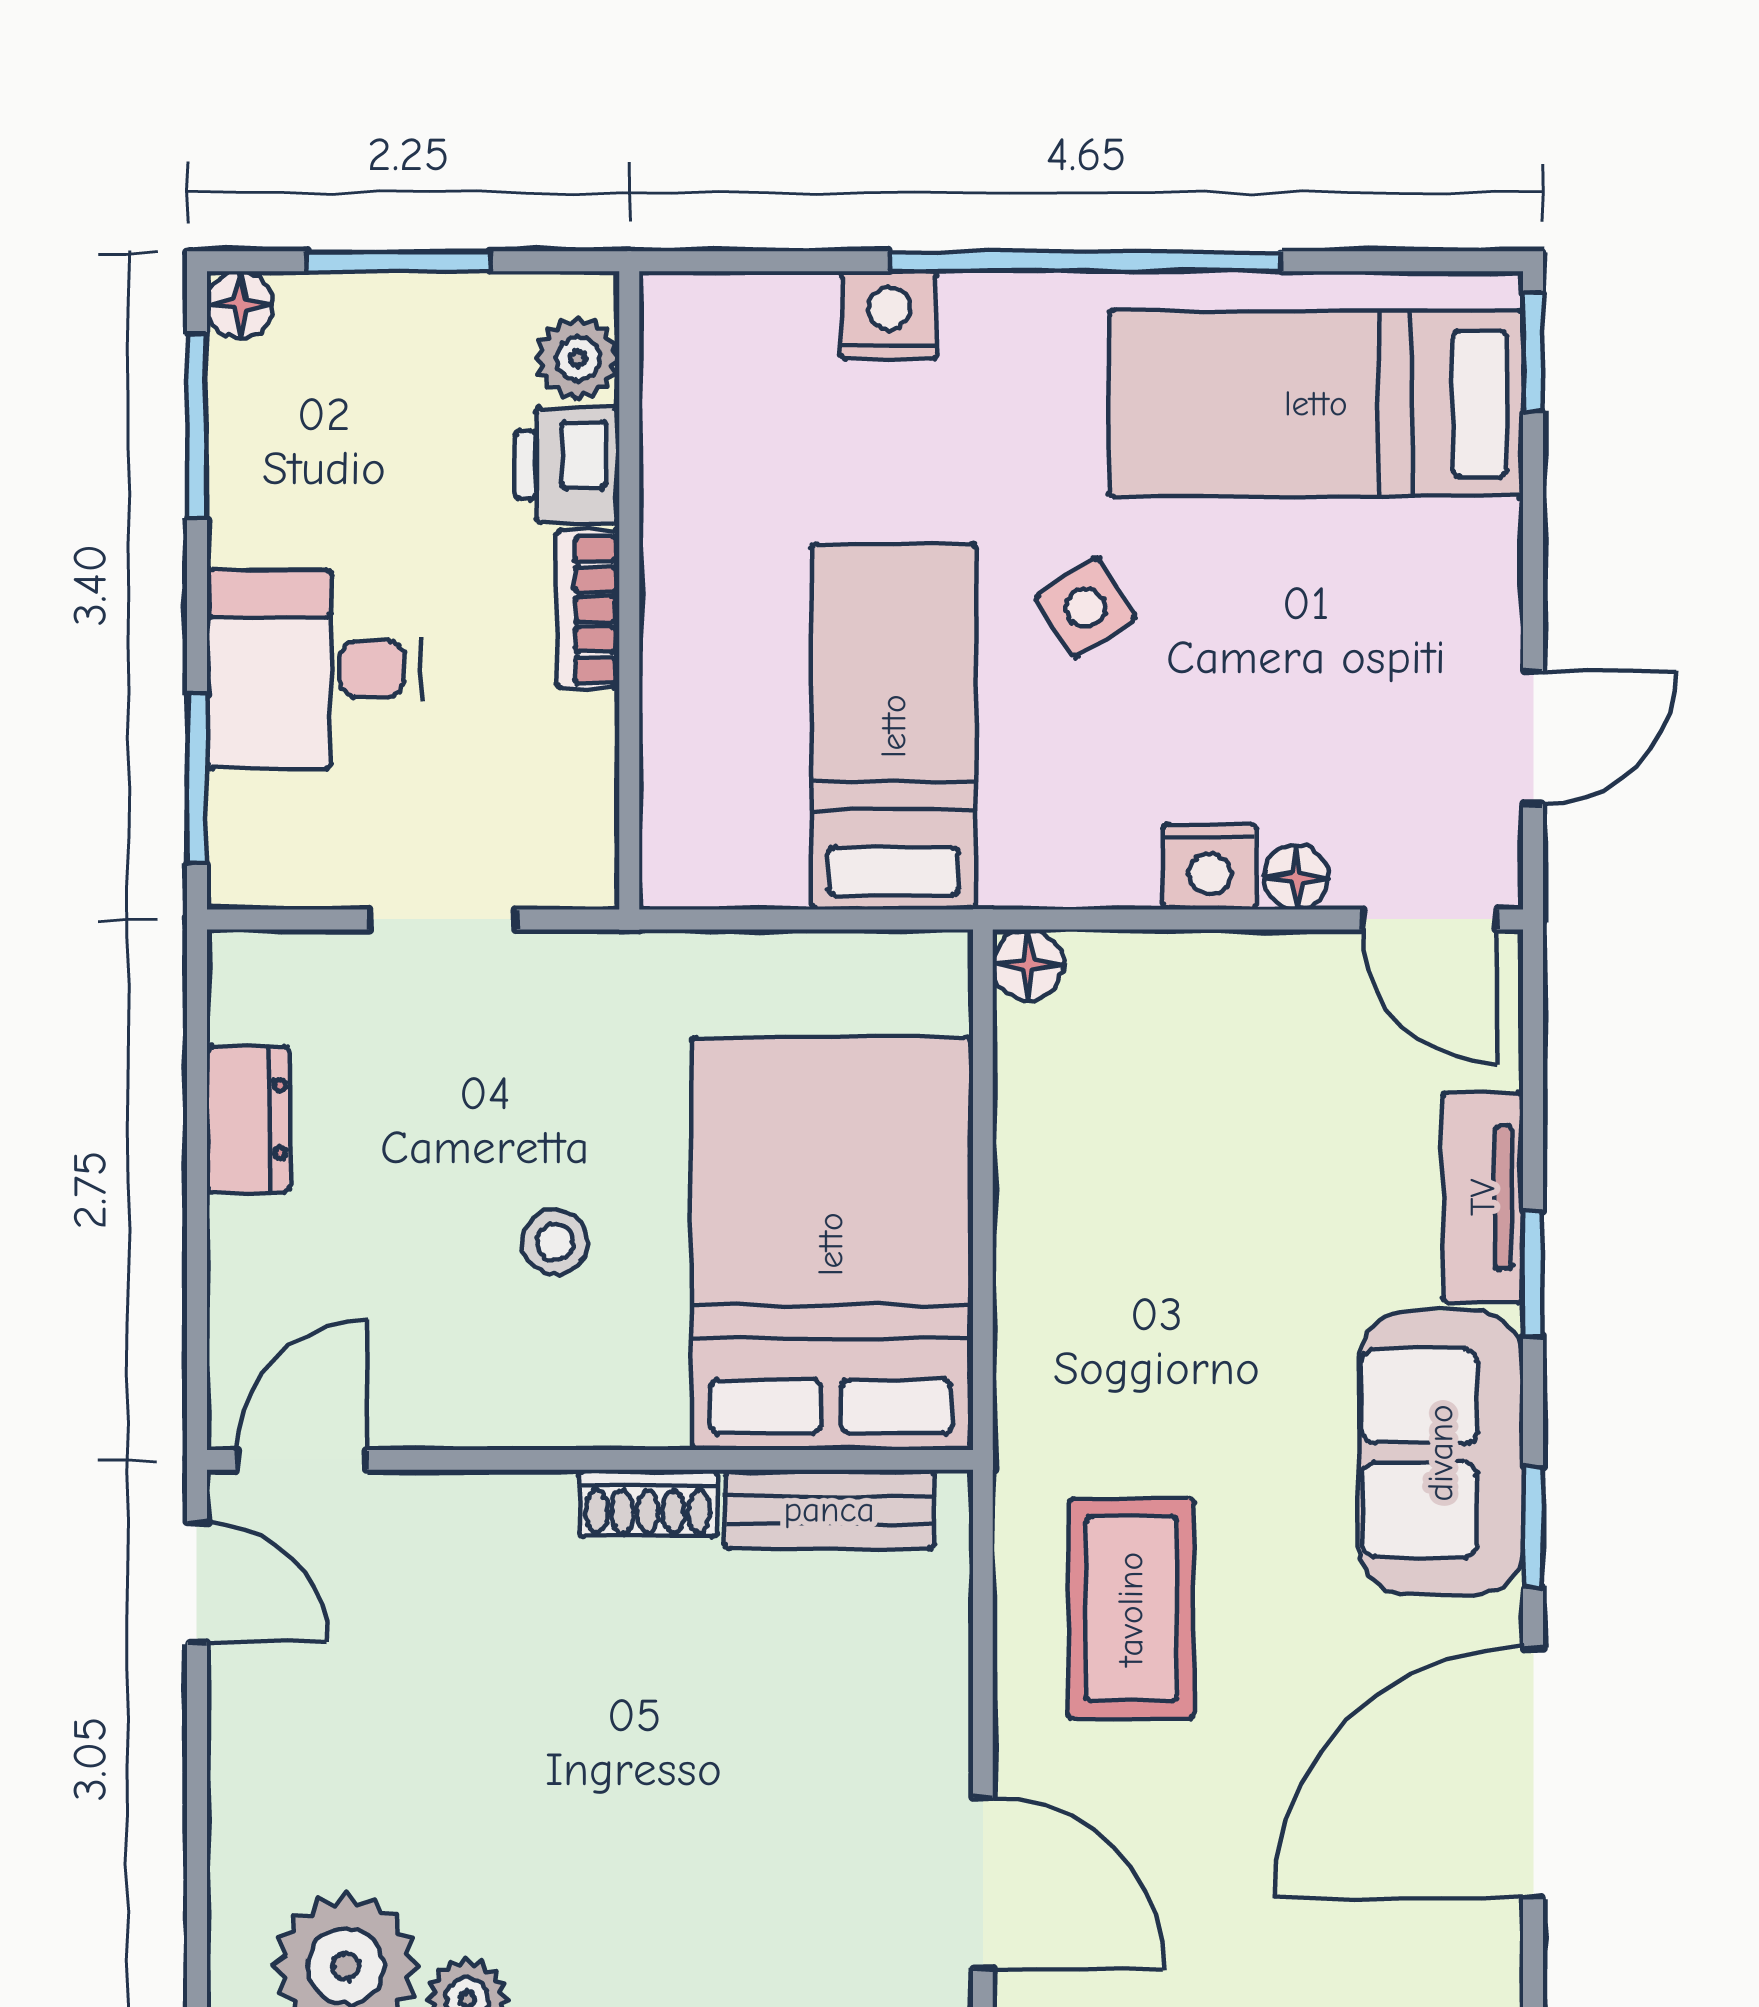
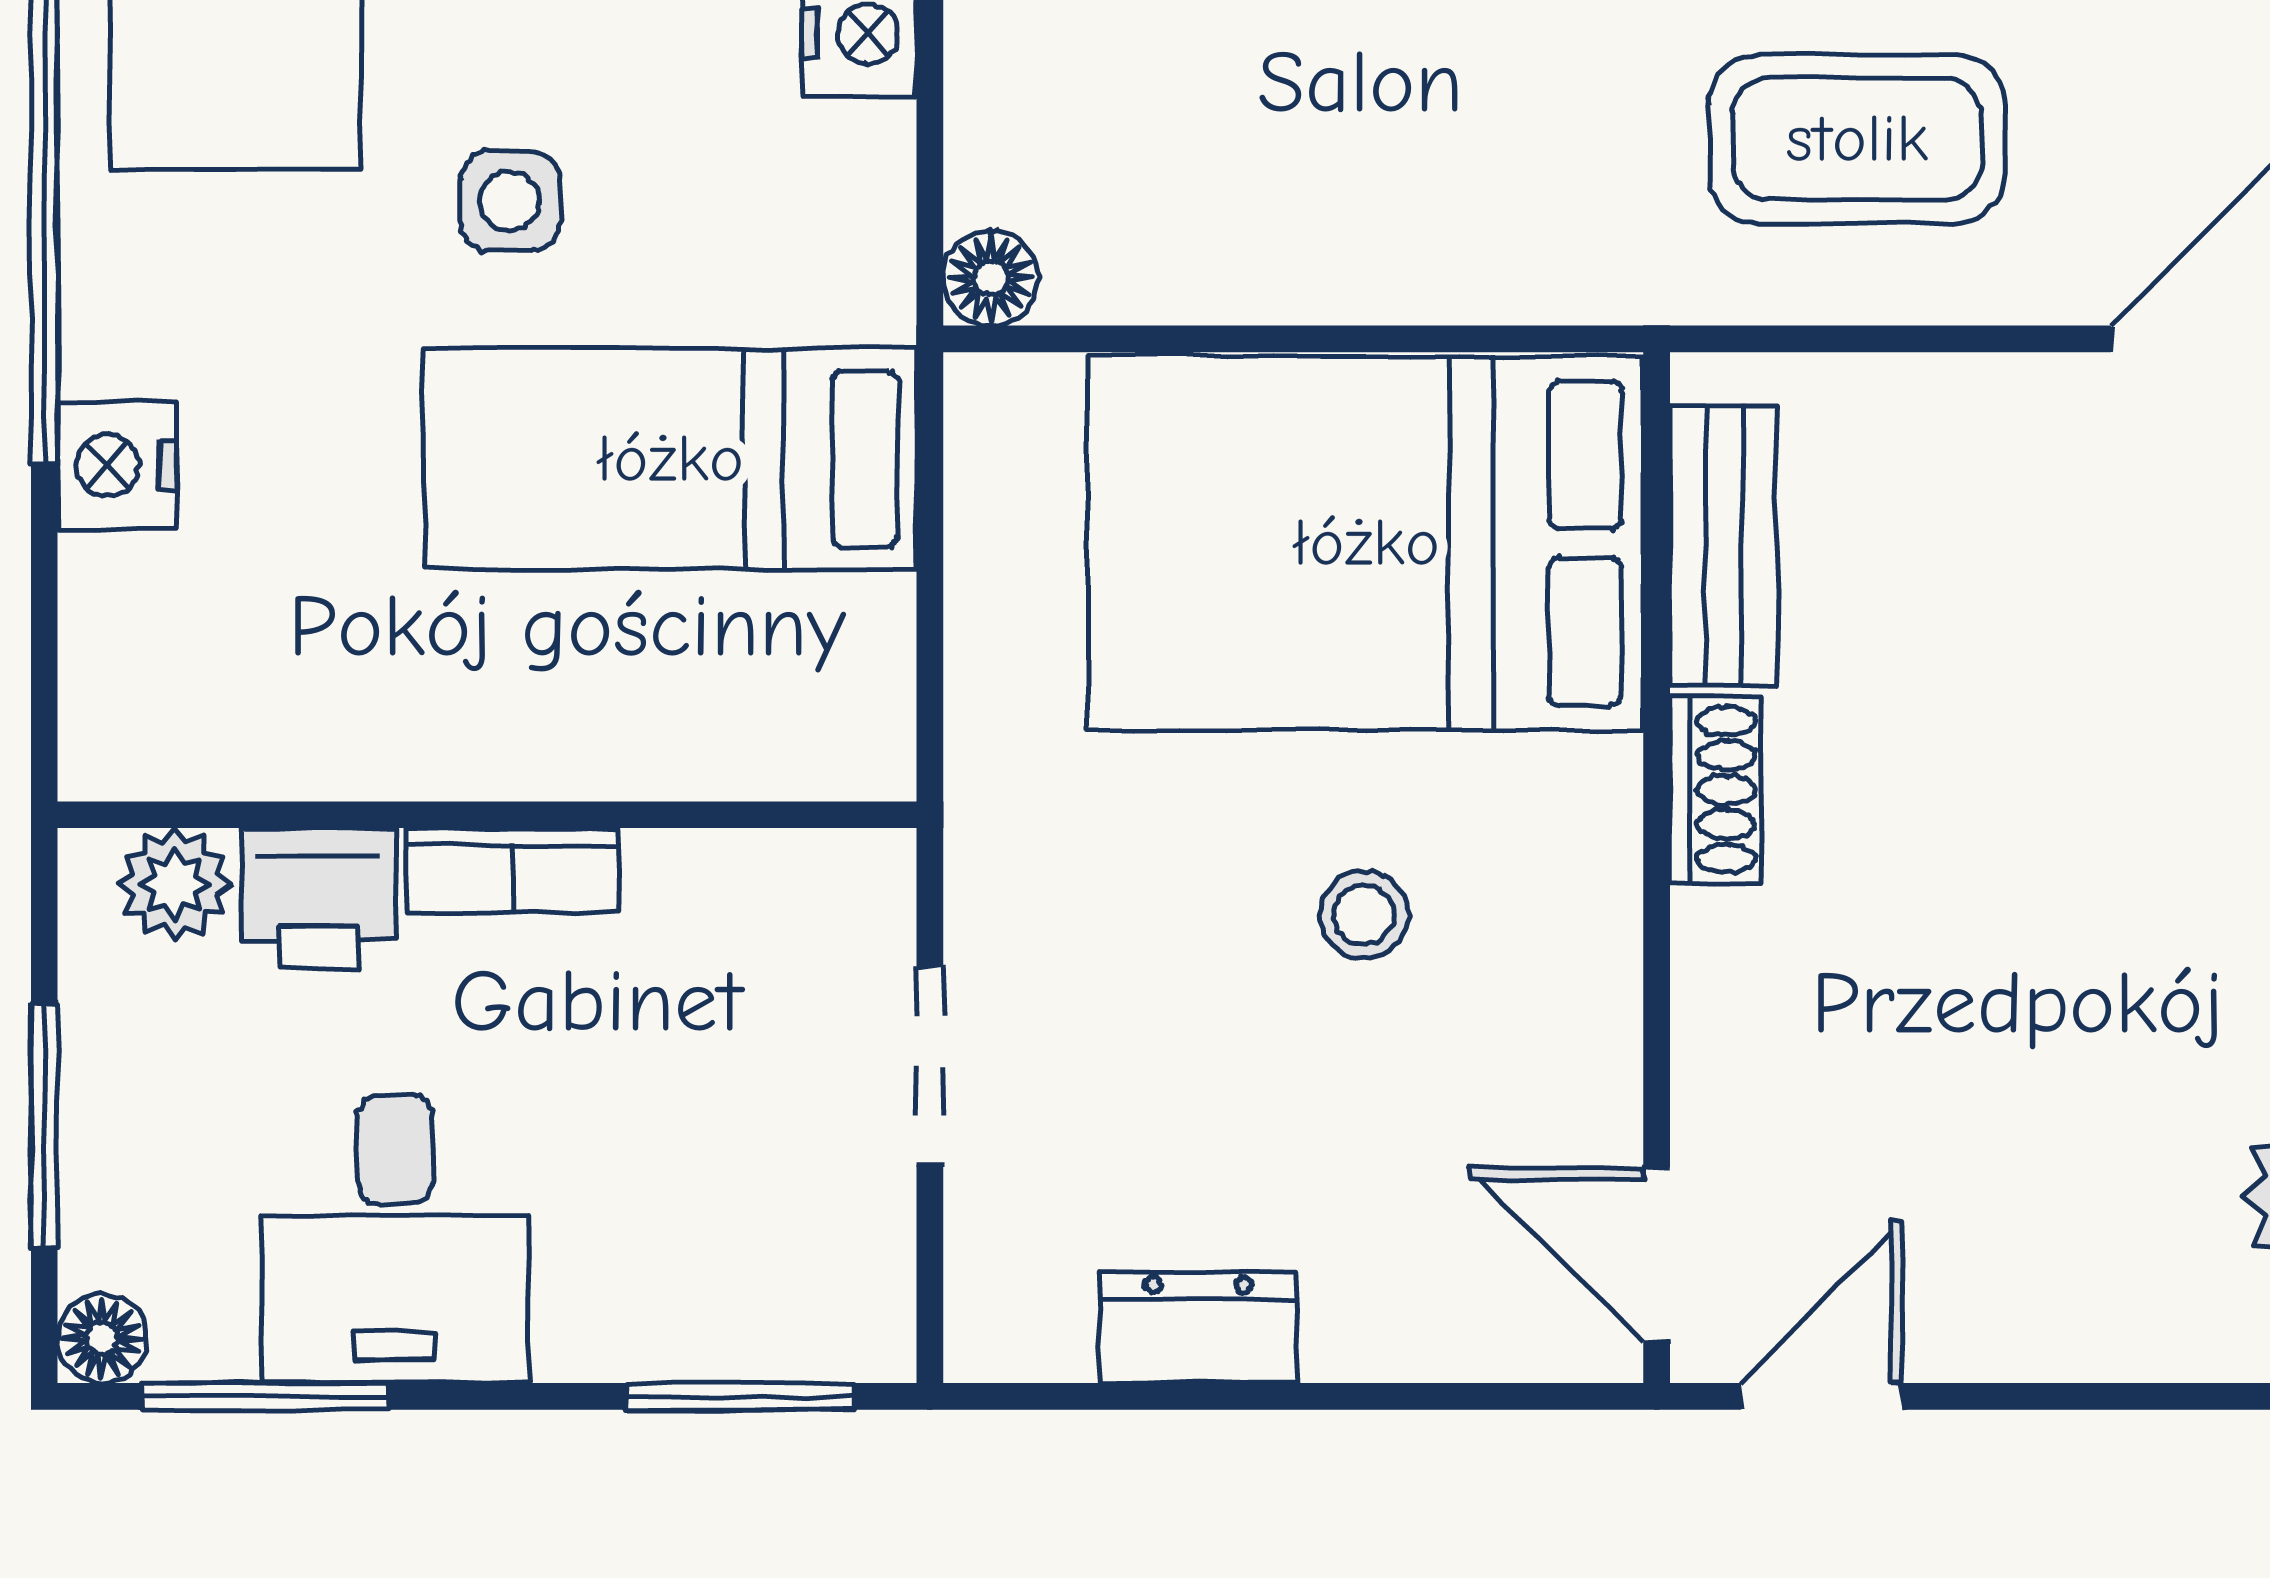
side table: (1086, 607) -> (510, 201), turned 33
desk: (314, 669) -> (395, 1239), moved

